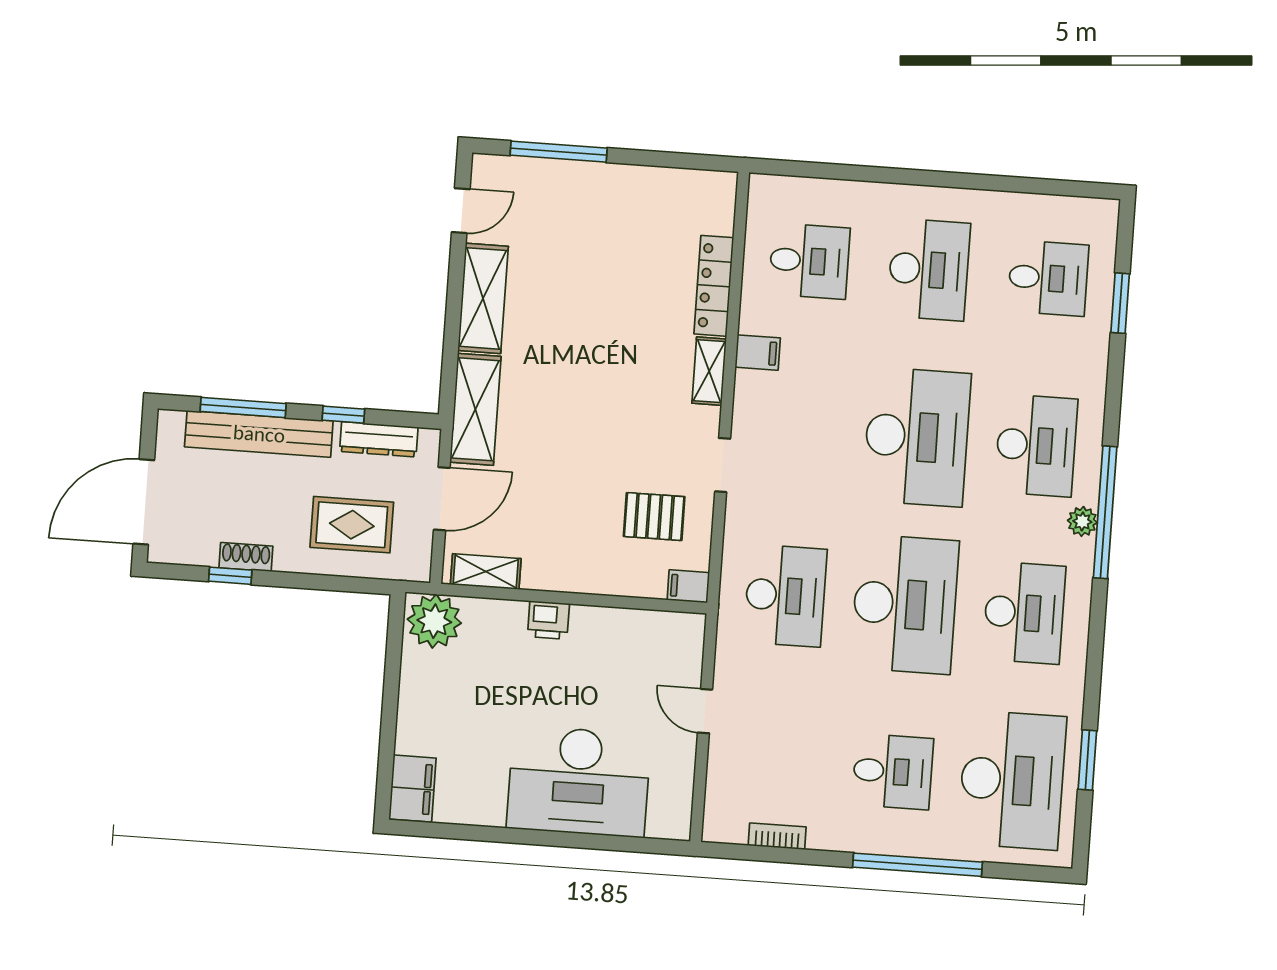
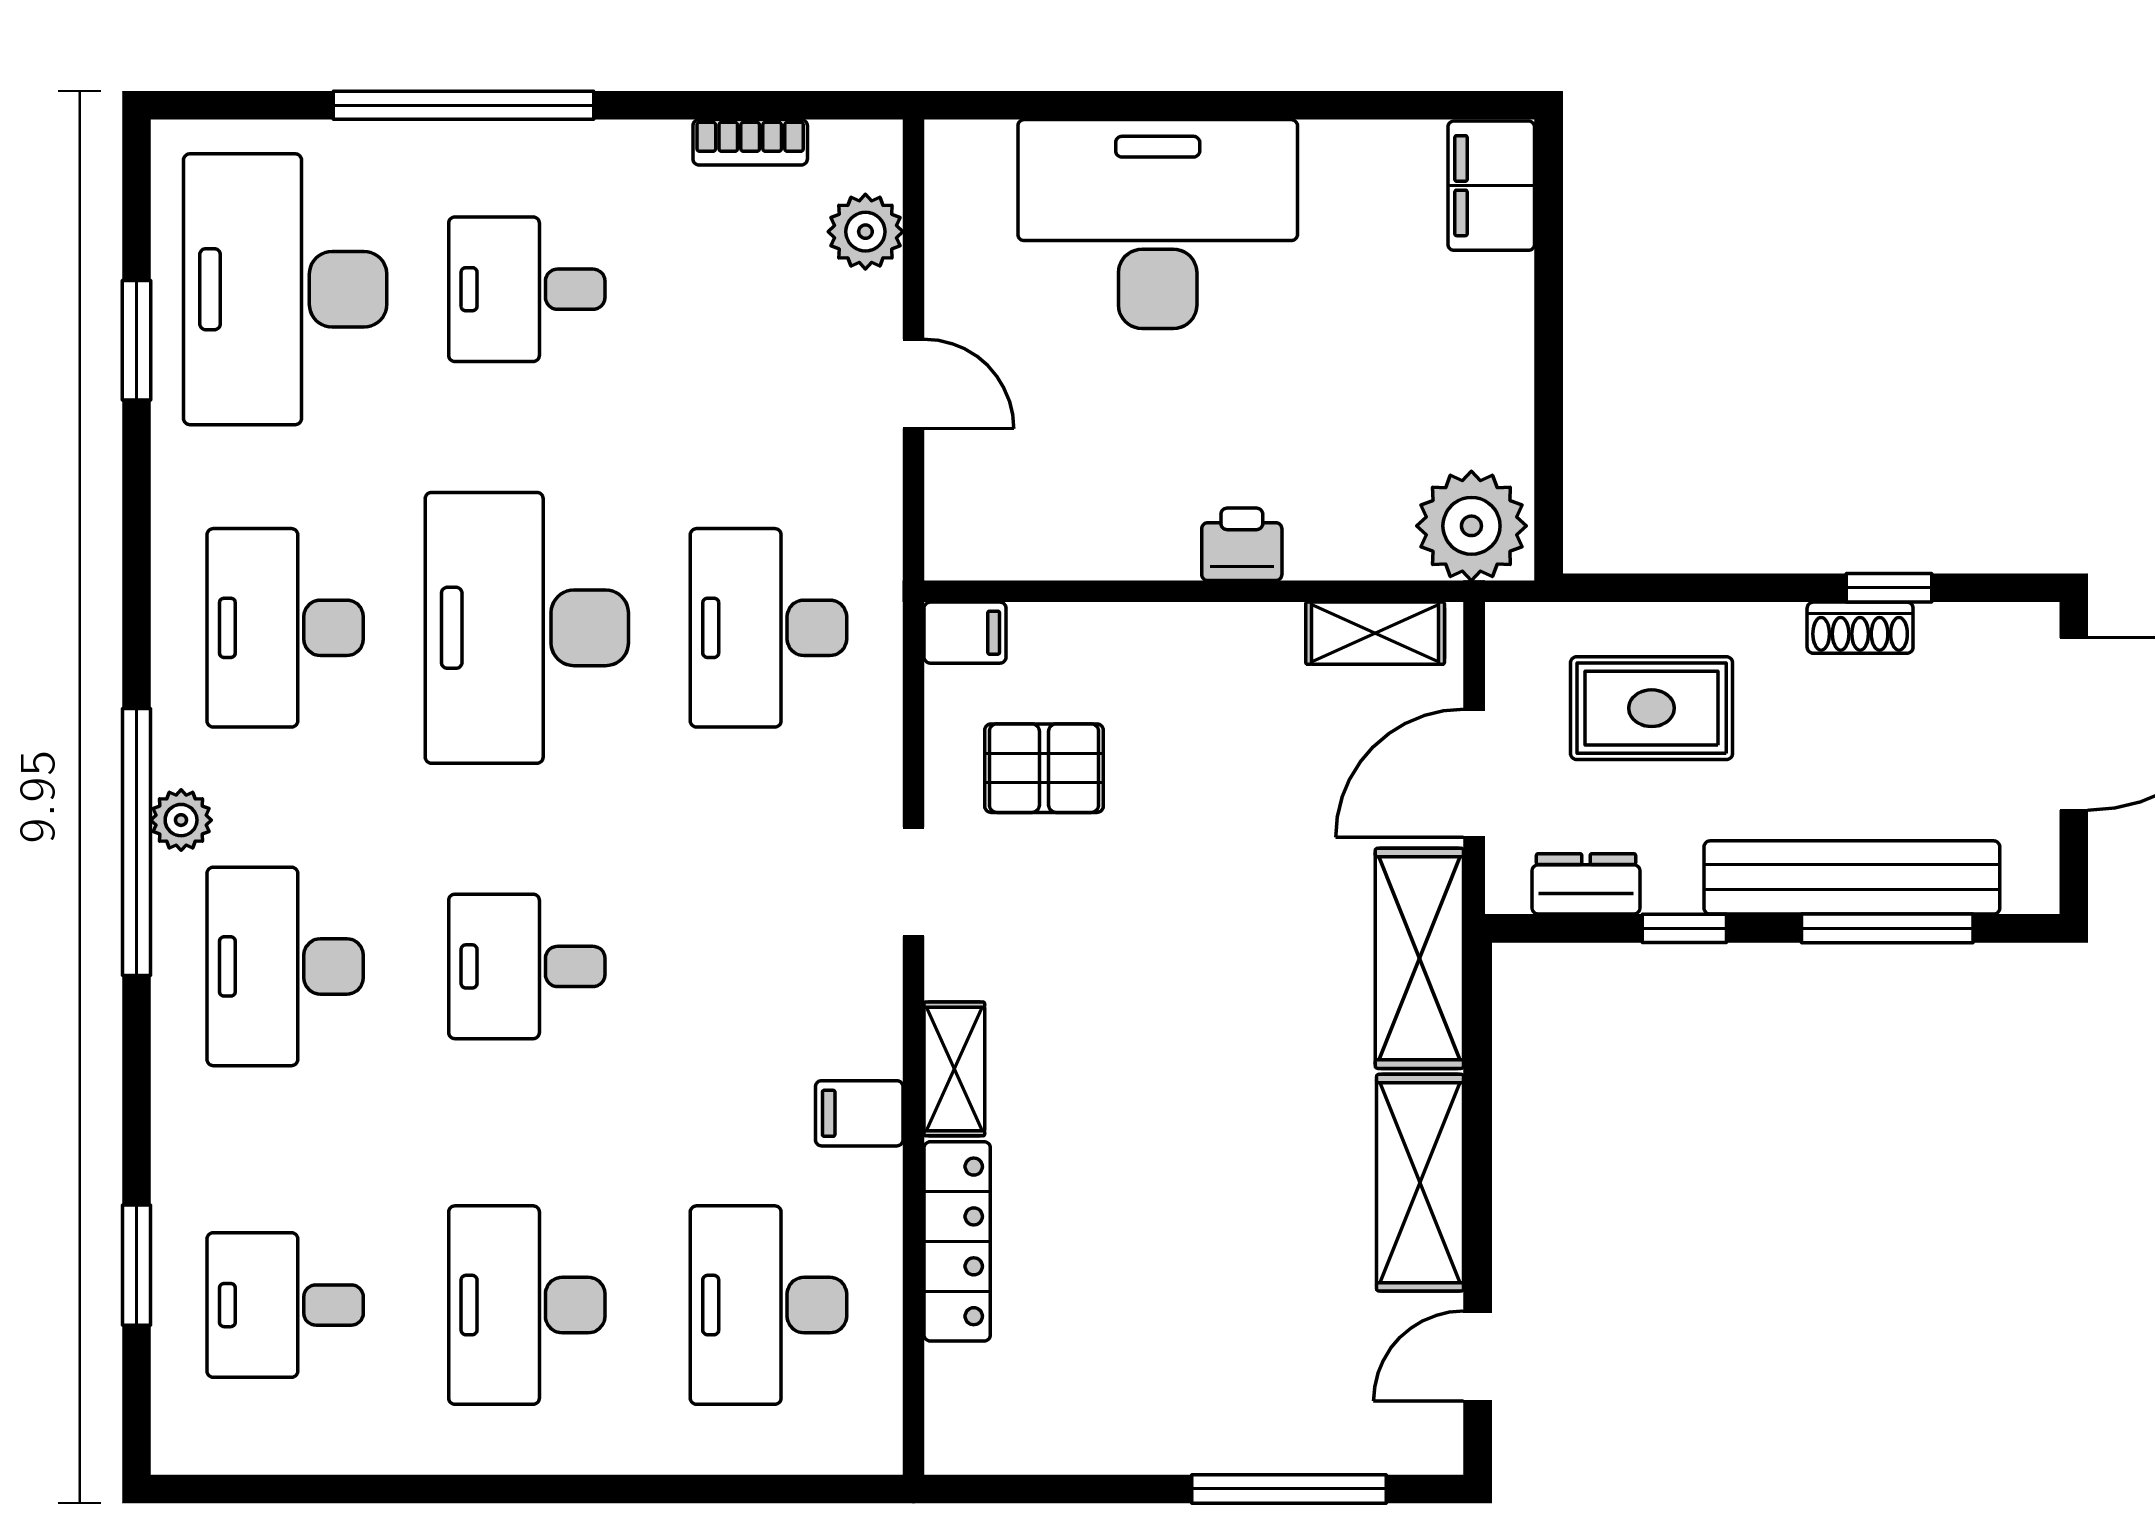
desk: (809, 261) -> (768, 1305), width x1.37
desk: (917, 437) -> (527, 966), width x0.53, depth x0.77
dresser: (379, 439) -> (1586, 884), width x0.70
plant: (723, 788) -> (865, 232), added

